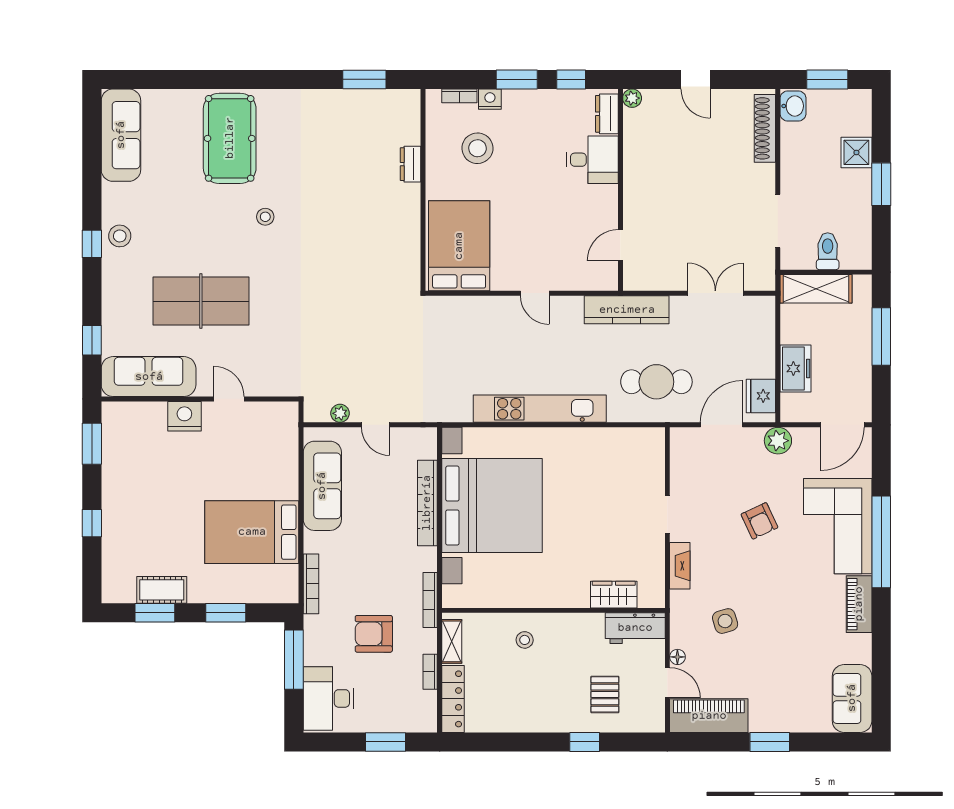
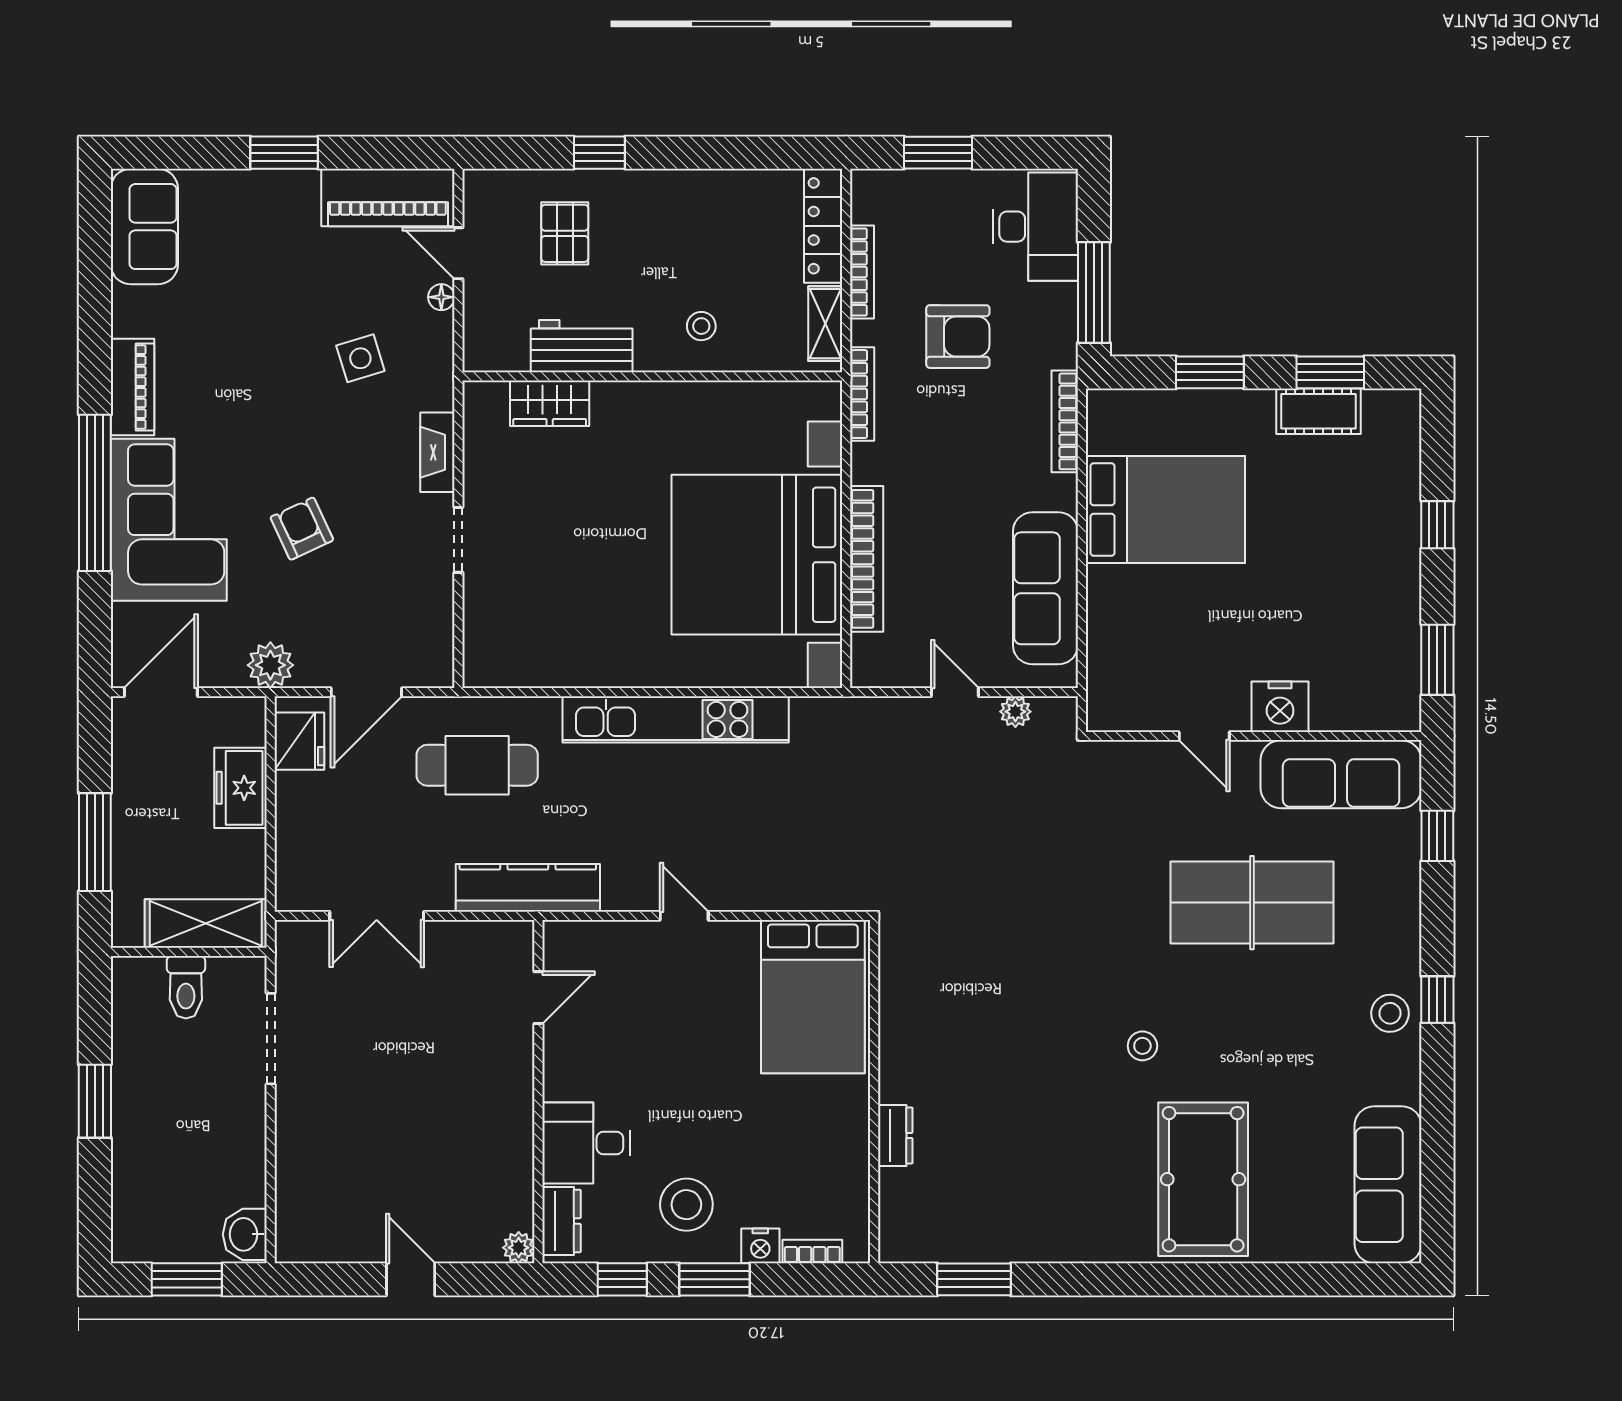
shoe rack: (765, 128) -> (293, 1196), removed
stool: (477, 148) -> (686, 1205), moved
shower: (856, 152) -> (137, 1155), removed
workbench: (635, 628) -> (582, 346), moved
bookcase: (430, 672) -> (862, 272), width x1.56

